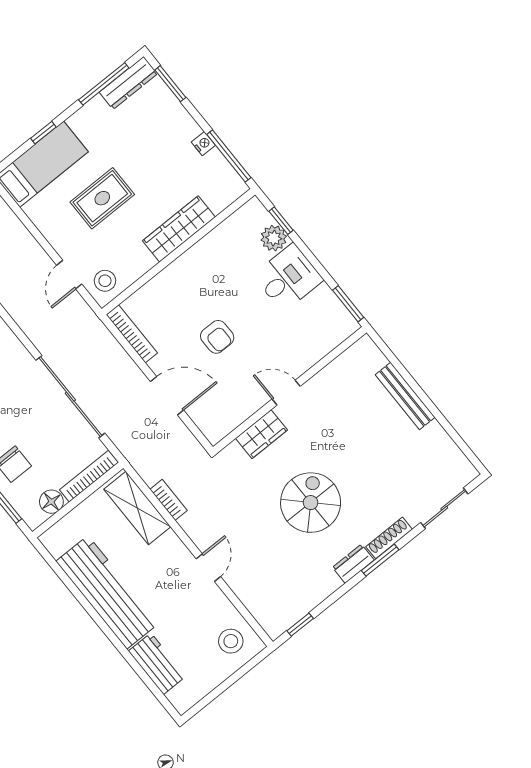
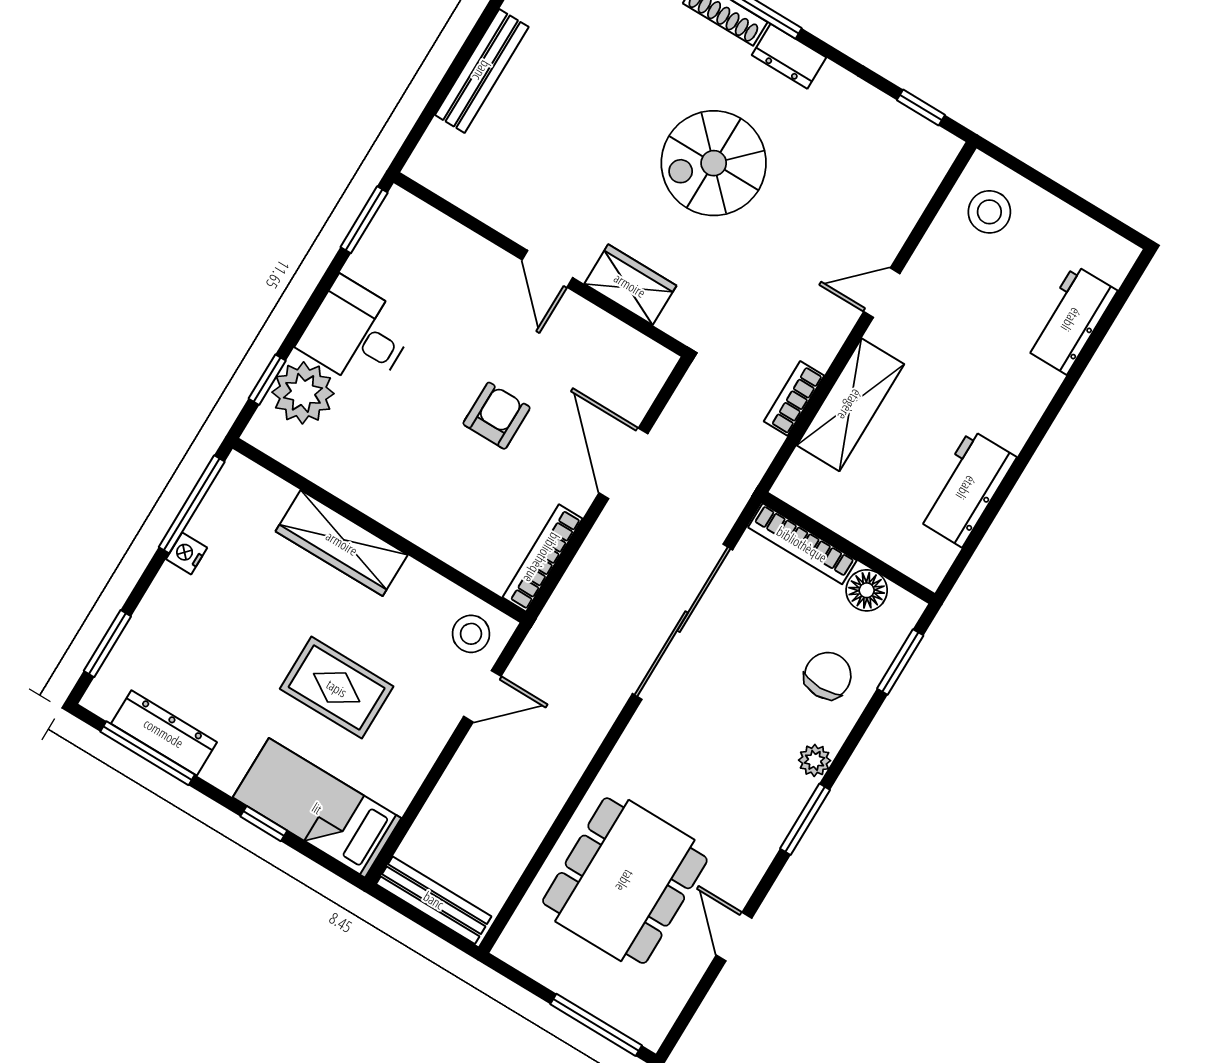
dresser: (128, 83) -> (164, 733), moved
plant: (274, 238) -> (303, 393), width x1.36, depth x1.36
shelving: (137, 508) -> (850, 405), moved
workbench: (107, 592) -> (966, 488), width x0.53, depth x0.76

